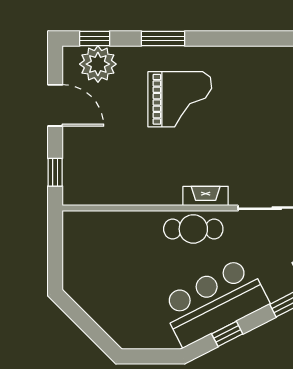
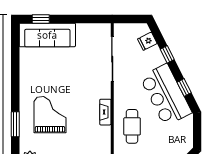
fireplace: (206, 196) -> (105, 112), moved
cafe table: (193, 229) -> (132, 126), moved

